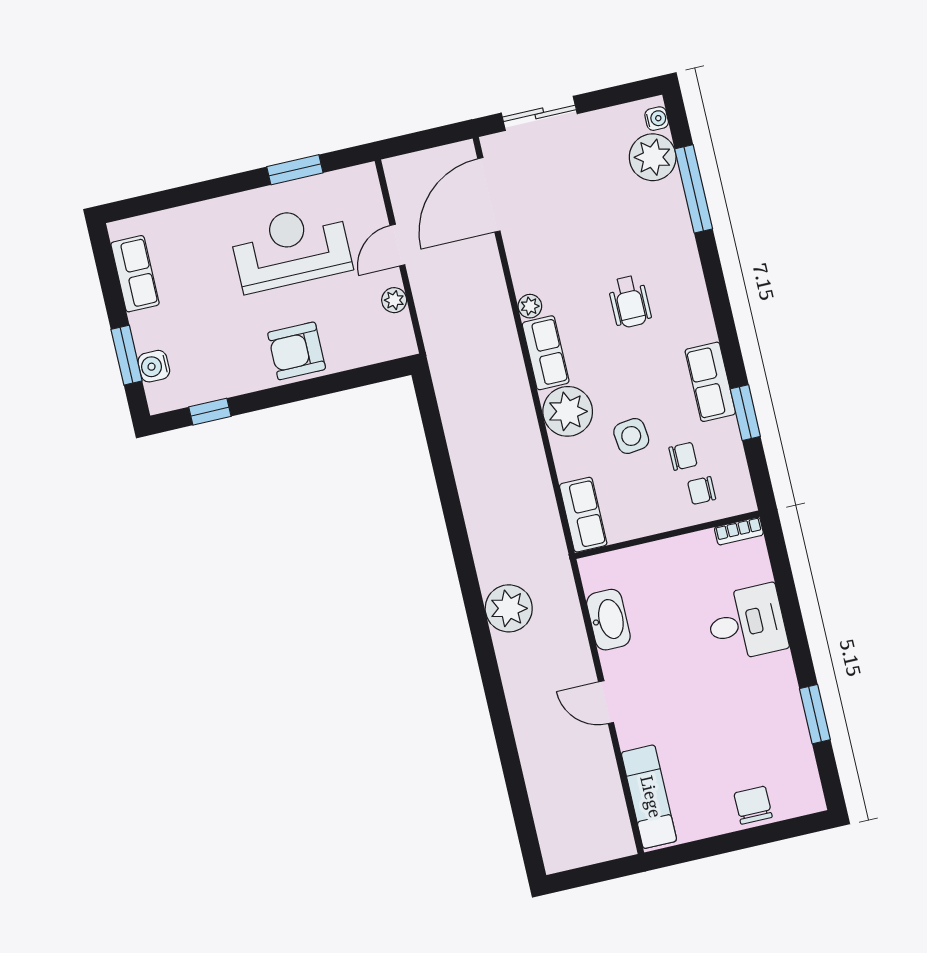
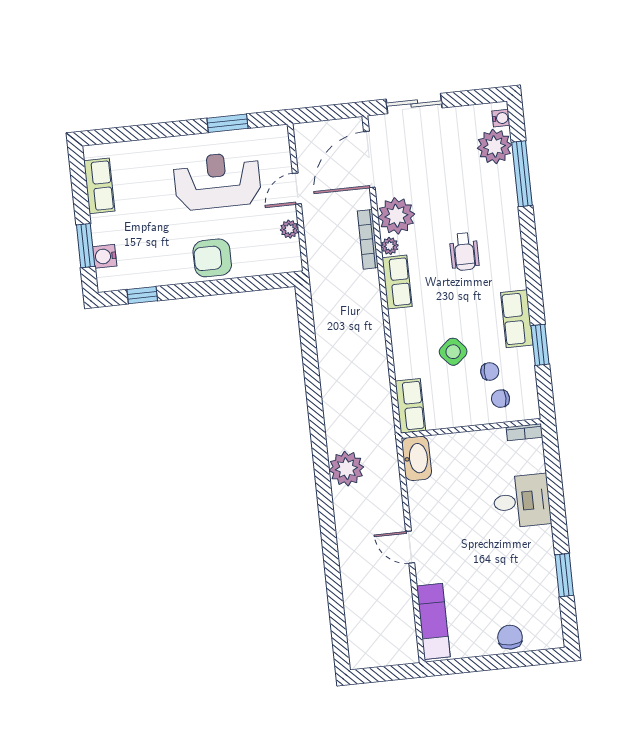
bookcase: (500, 301) -> (368, 239), added
plant: (568, 411) -> (396, 216), moved
side table: (631, 436) -> (453, 352), turned -34
washbasin: (608, 620) -> (417, 458), moved

